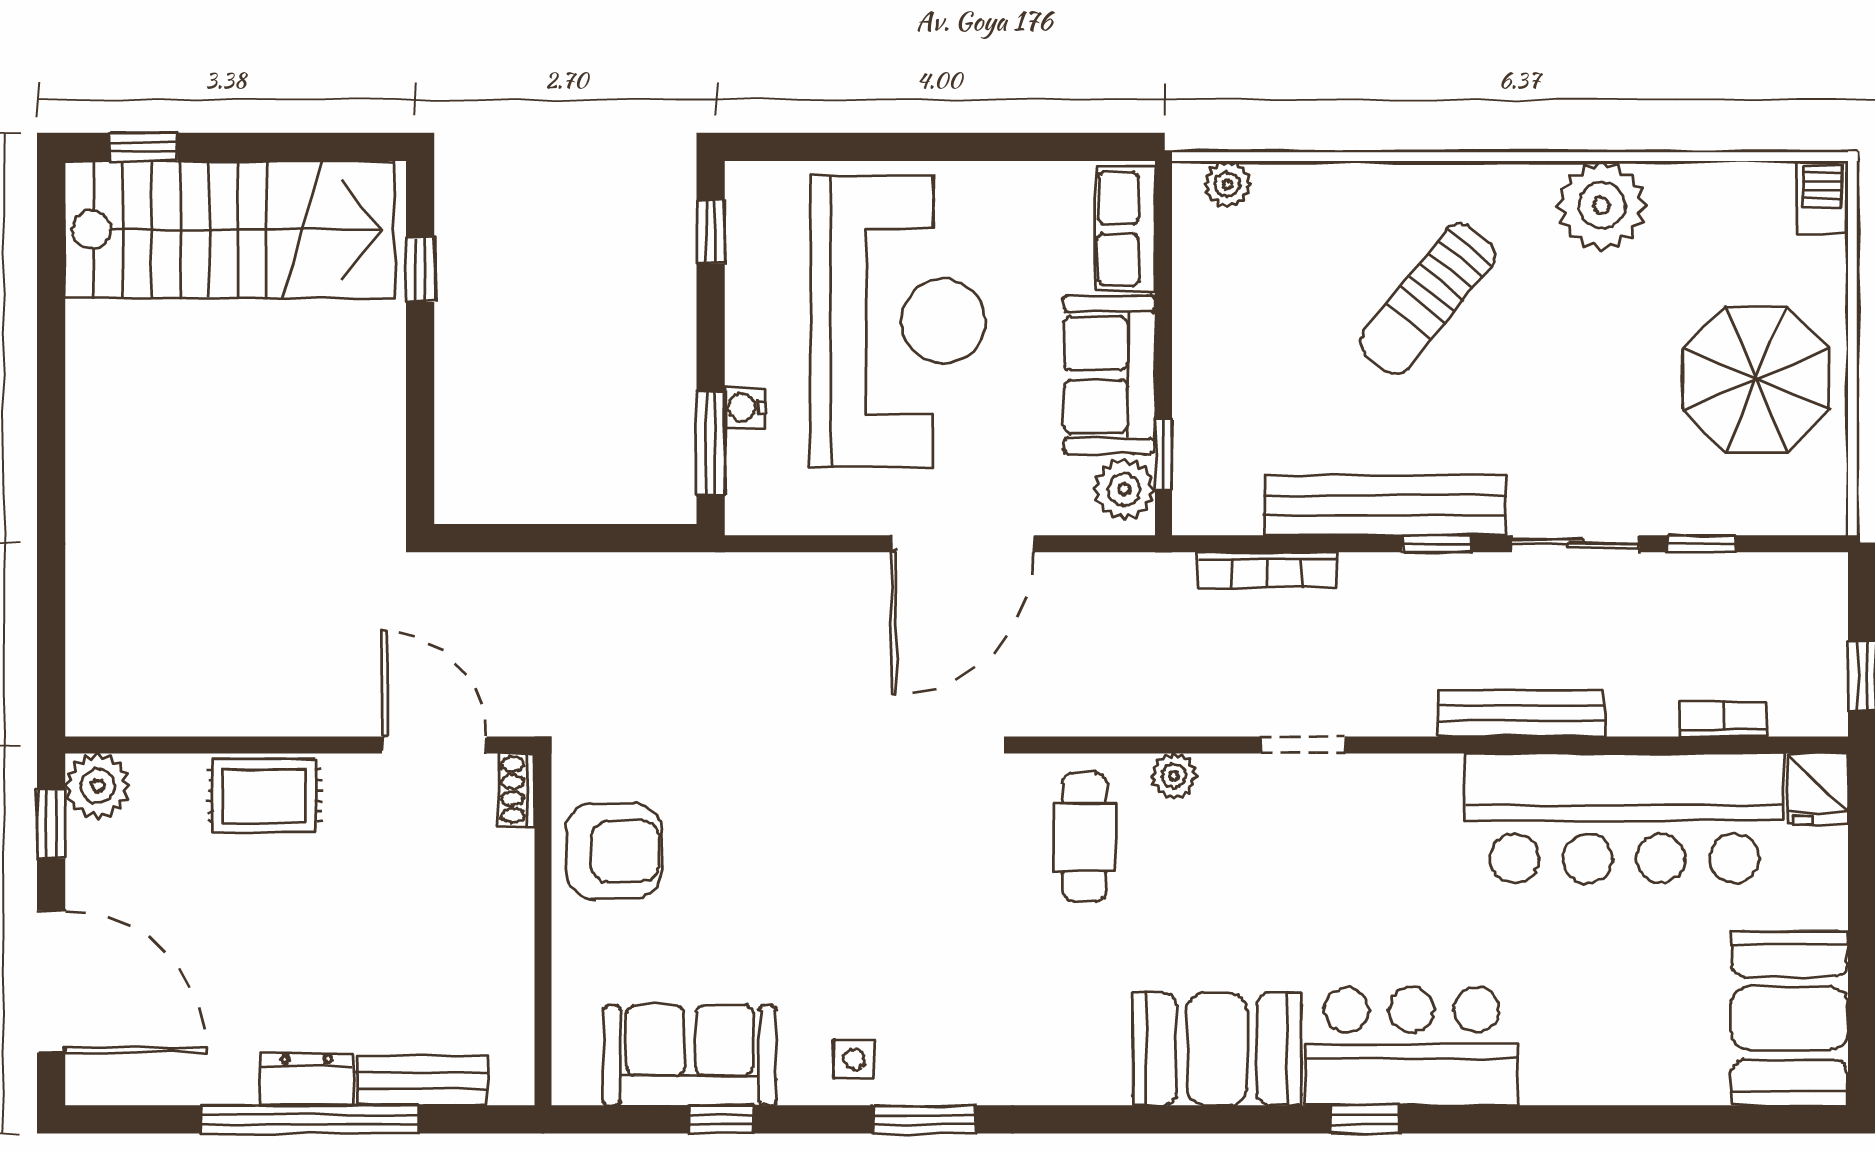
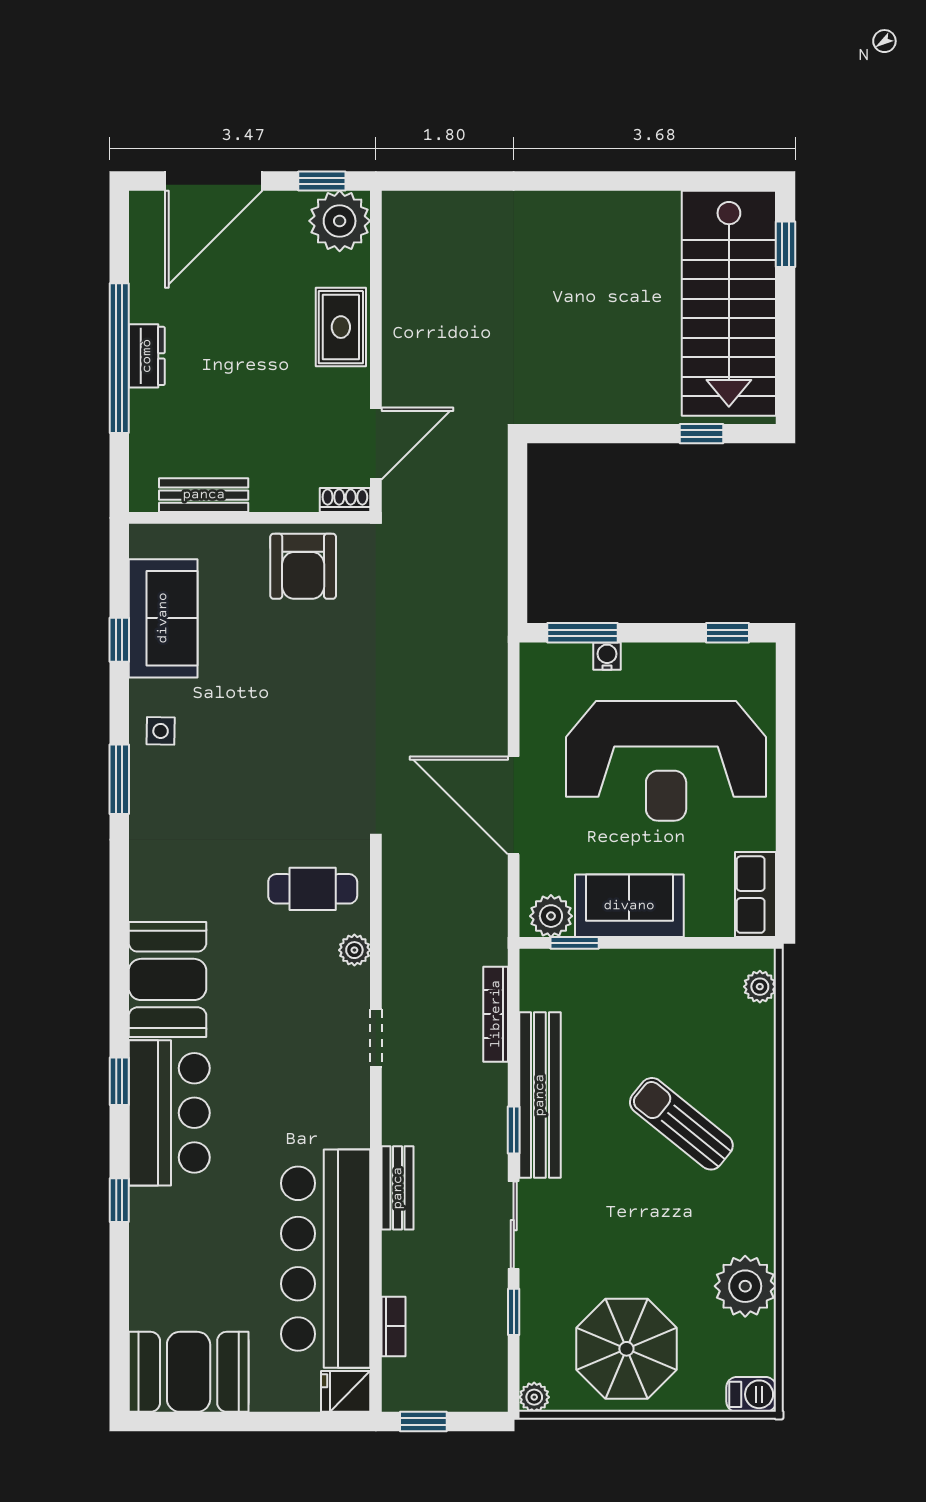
plant: (1602, 206) -> (745, 1286), moved
row of seats: (1125, 229) -> (756, 895), moved, turned -90
plant: (1827, 514) -> (534, 1397), added
bench: (1521, 713) -> (398, 1188), width x0.73
plant: (98, 786) -> (340, 221), width x1.36, depth x1.36
bench: (422, 1081) -> (204, 495), moved, turned 90
window: (1539, 1119) -> (119, 1200), added

